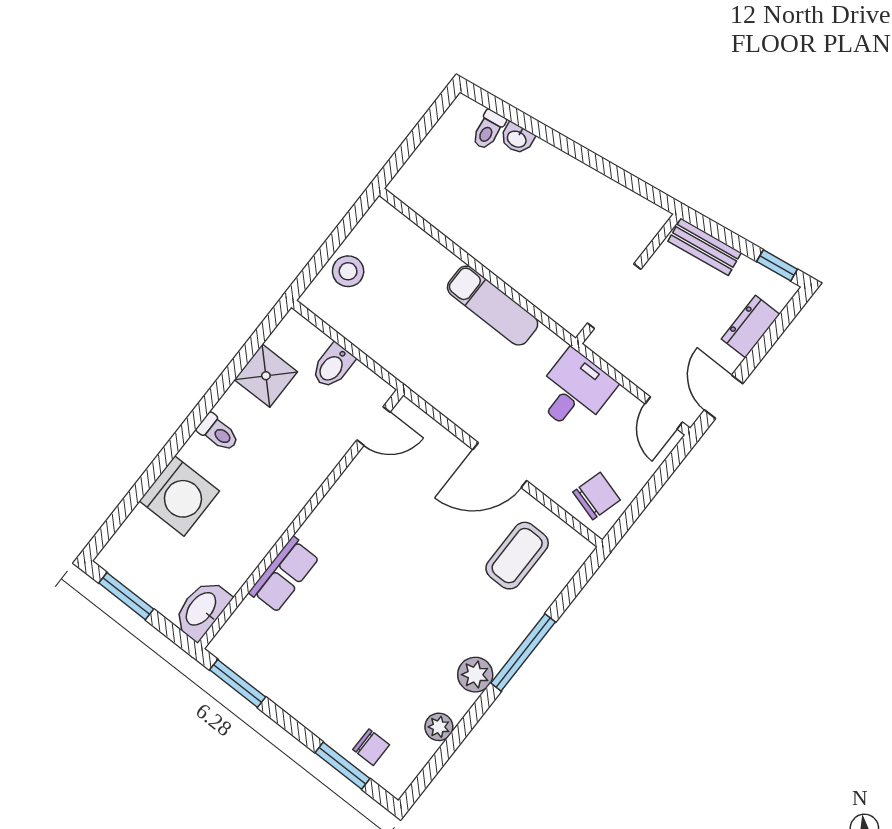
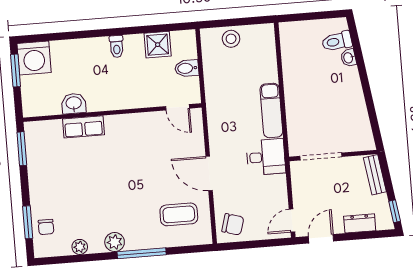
toilet: (488, 130) -> (337, 41), width x1.37, depth x1.39
desk: (574, 391) -> (266, 157), moved
washing machine: (179, 496) -> (34, 58), moved
washbasin: (202, 610) -> (74, 103), moved, width x0.72

